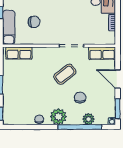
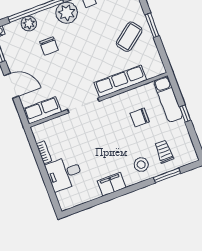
row of seats: (19, 53) -> (120, 81), moved, width x1.48
coffee table: (65, 74) -> (129, 37), moved

